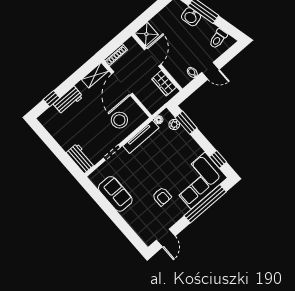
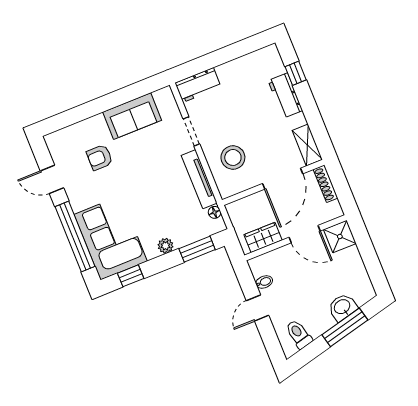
door: (122, 84) -> (283, 179), swing flipped
plant: (174, 125) -> (166, 246), moved
armchair: (162, 197) -> (99, 157), moved
door: (166, 238) -> (52, 179), moved

